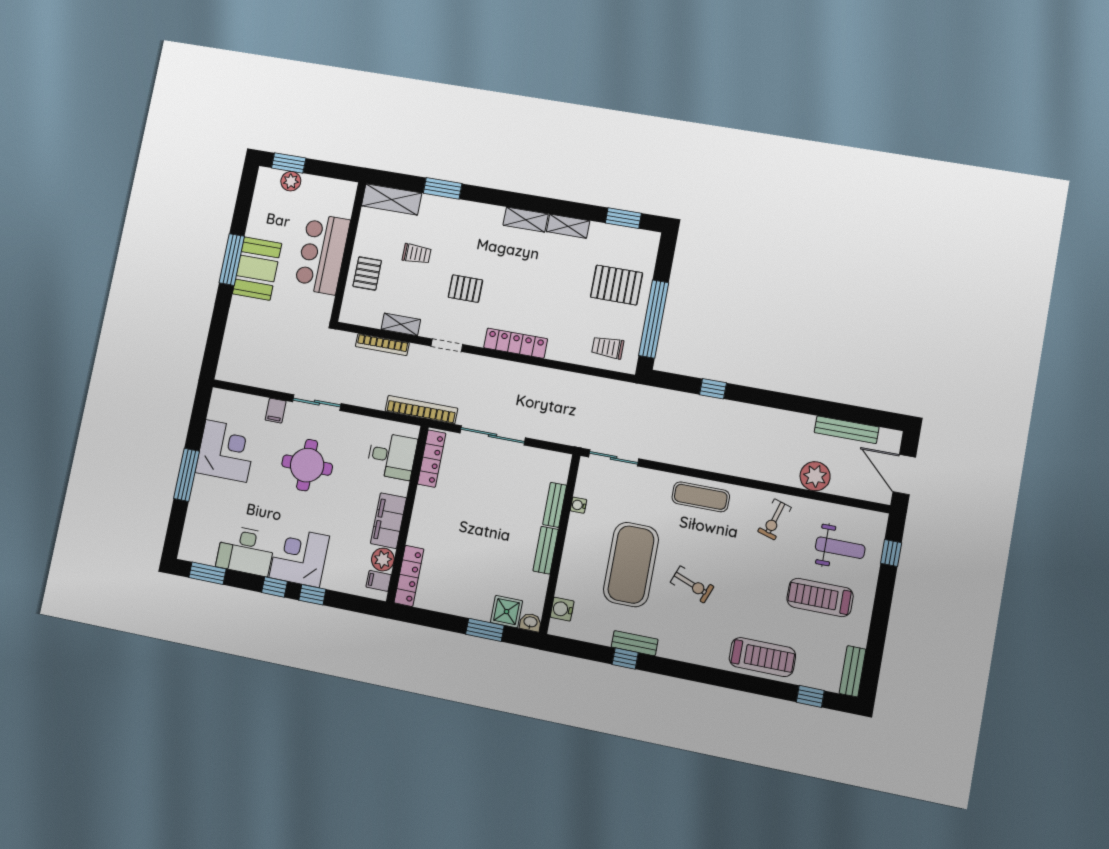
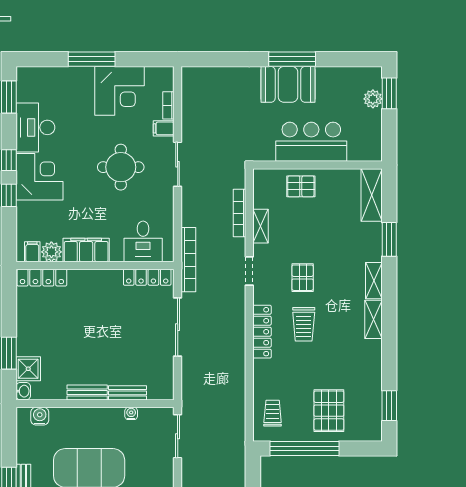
shelving: (568, 226) -> (374, 281), moved
trolley: (417, 254) -> (304, 324), moved, width x1.36, depth x1.39
bookcase: (253, 401) -> (168, 105), added

